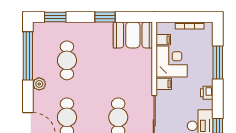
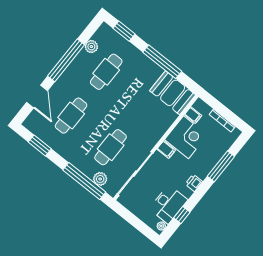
window: (105, 17) -> (162, 62), width x2.11
window: (28, 56) -> (66, 60), moved
plant: (39, 84) -> (91, 47), moved

